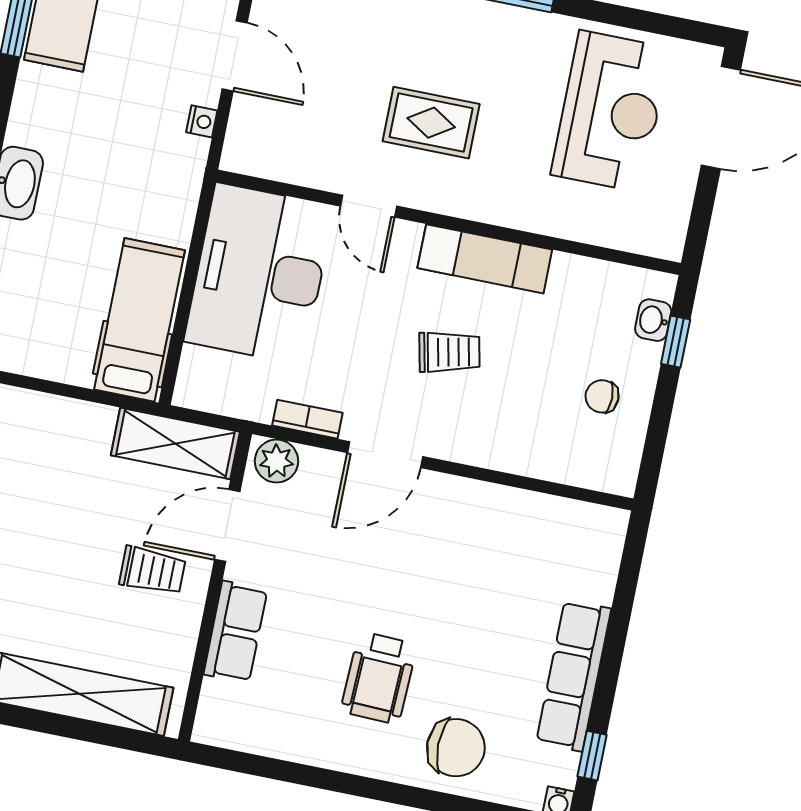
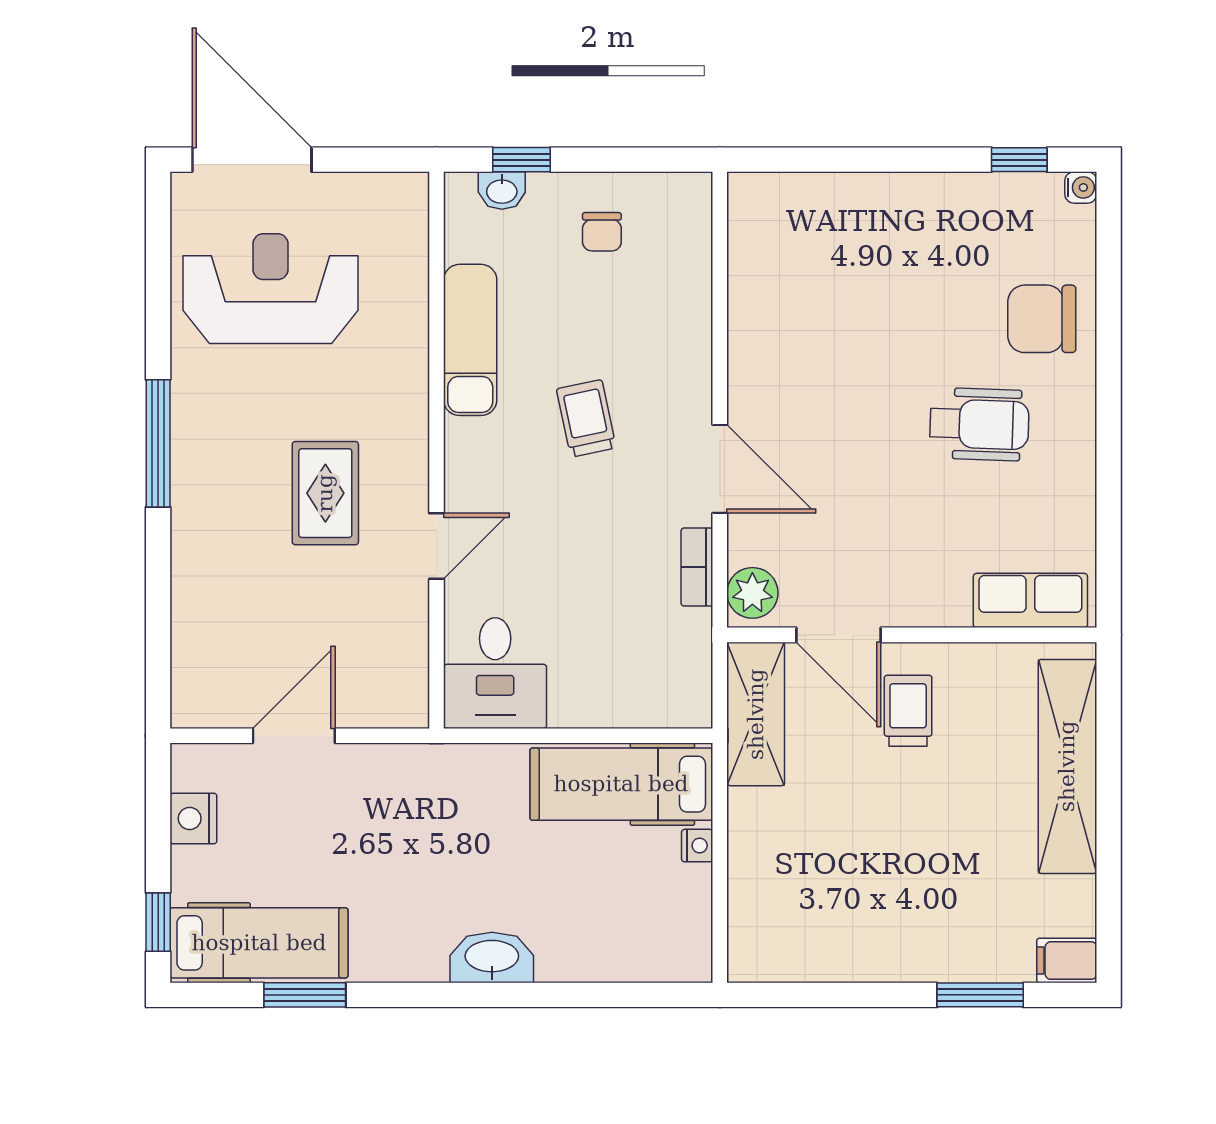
nightstand: (202, 121) -> (697, 846), moved, turned 90
exam couch: (485, 259) -> (470, 340), moved
desk: (259, 274) -> (495, 673), width x0.53, depth x0.77
row of seats: (236, 632) -> (1030, 600), moved
row of seats: (574, 676) -> (931, 199), removed
chair: (456, 748) -> (1042, 319), turned -90

